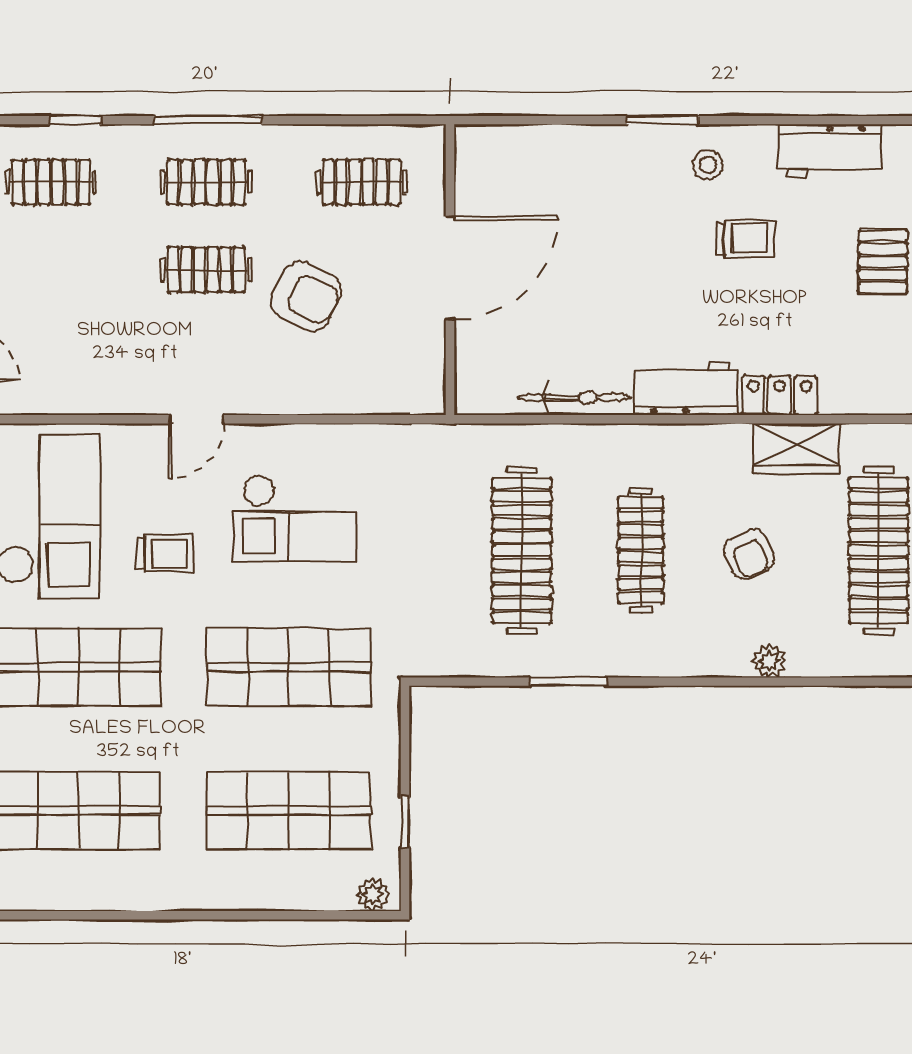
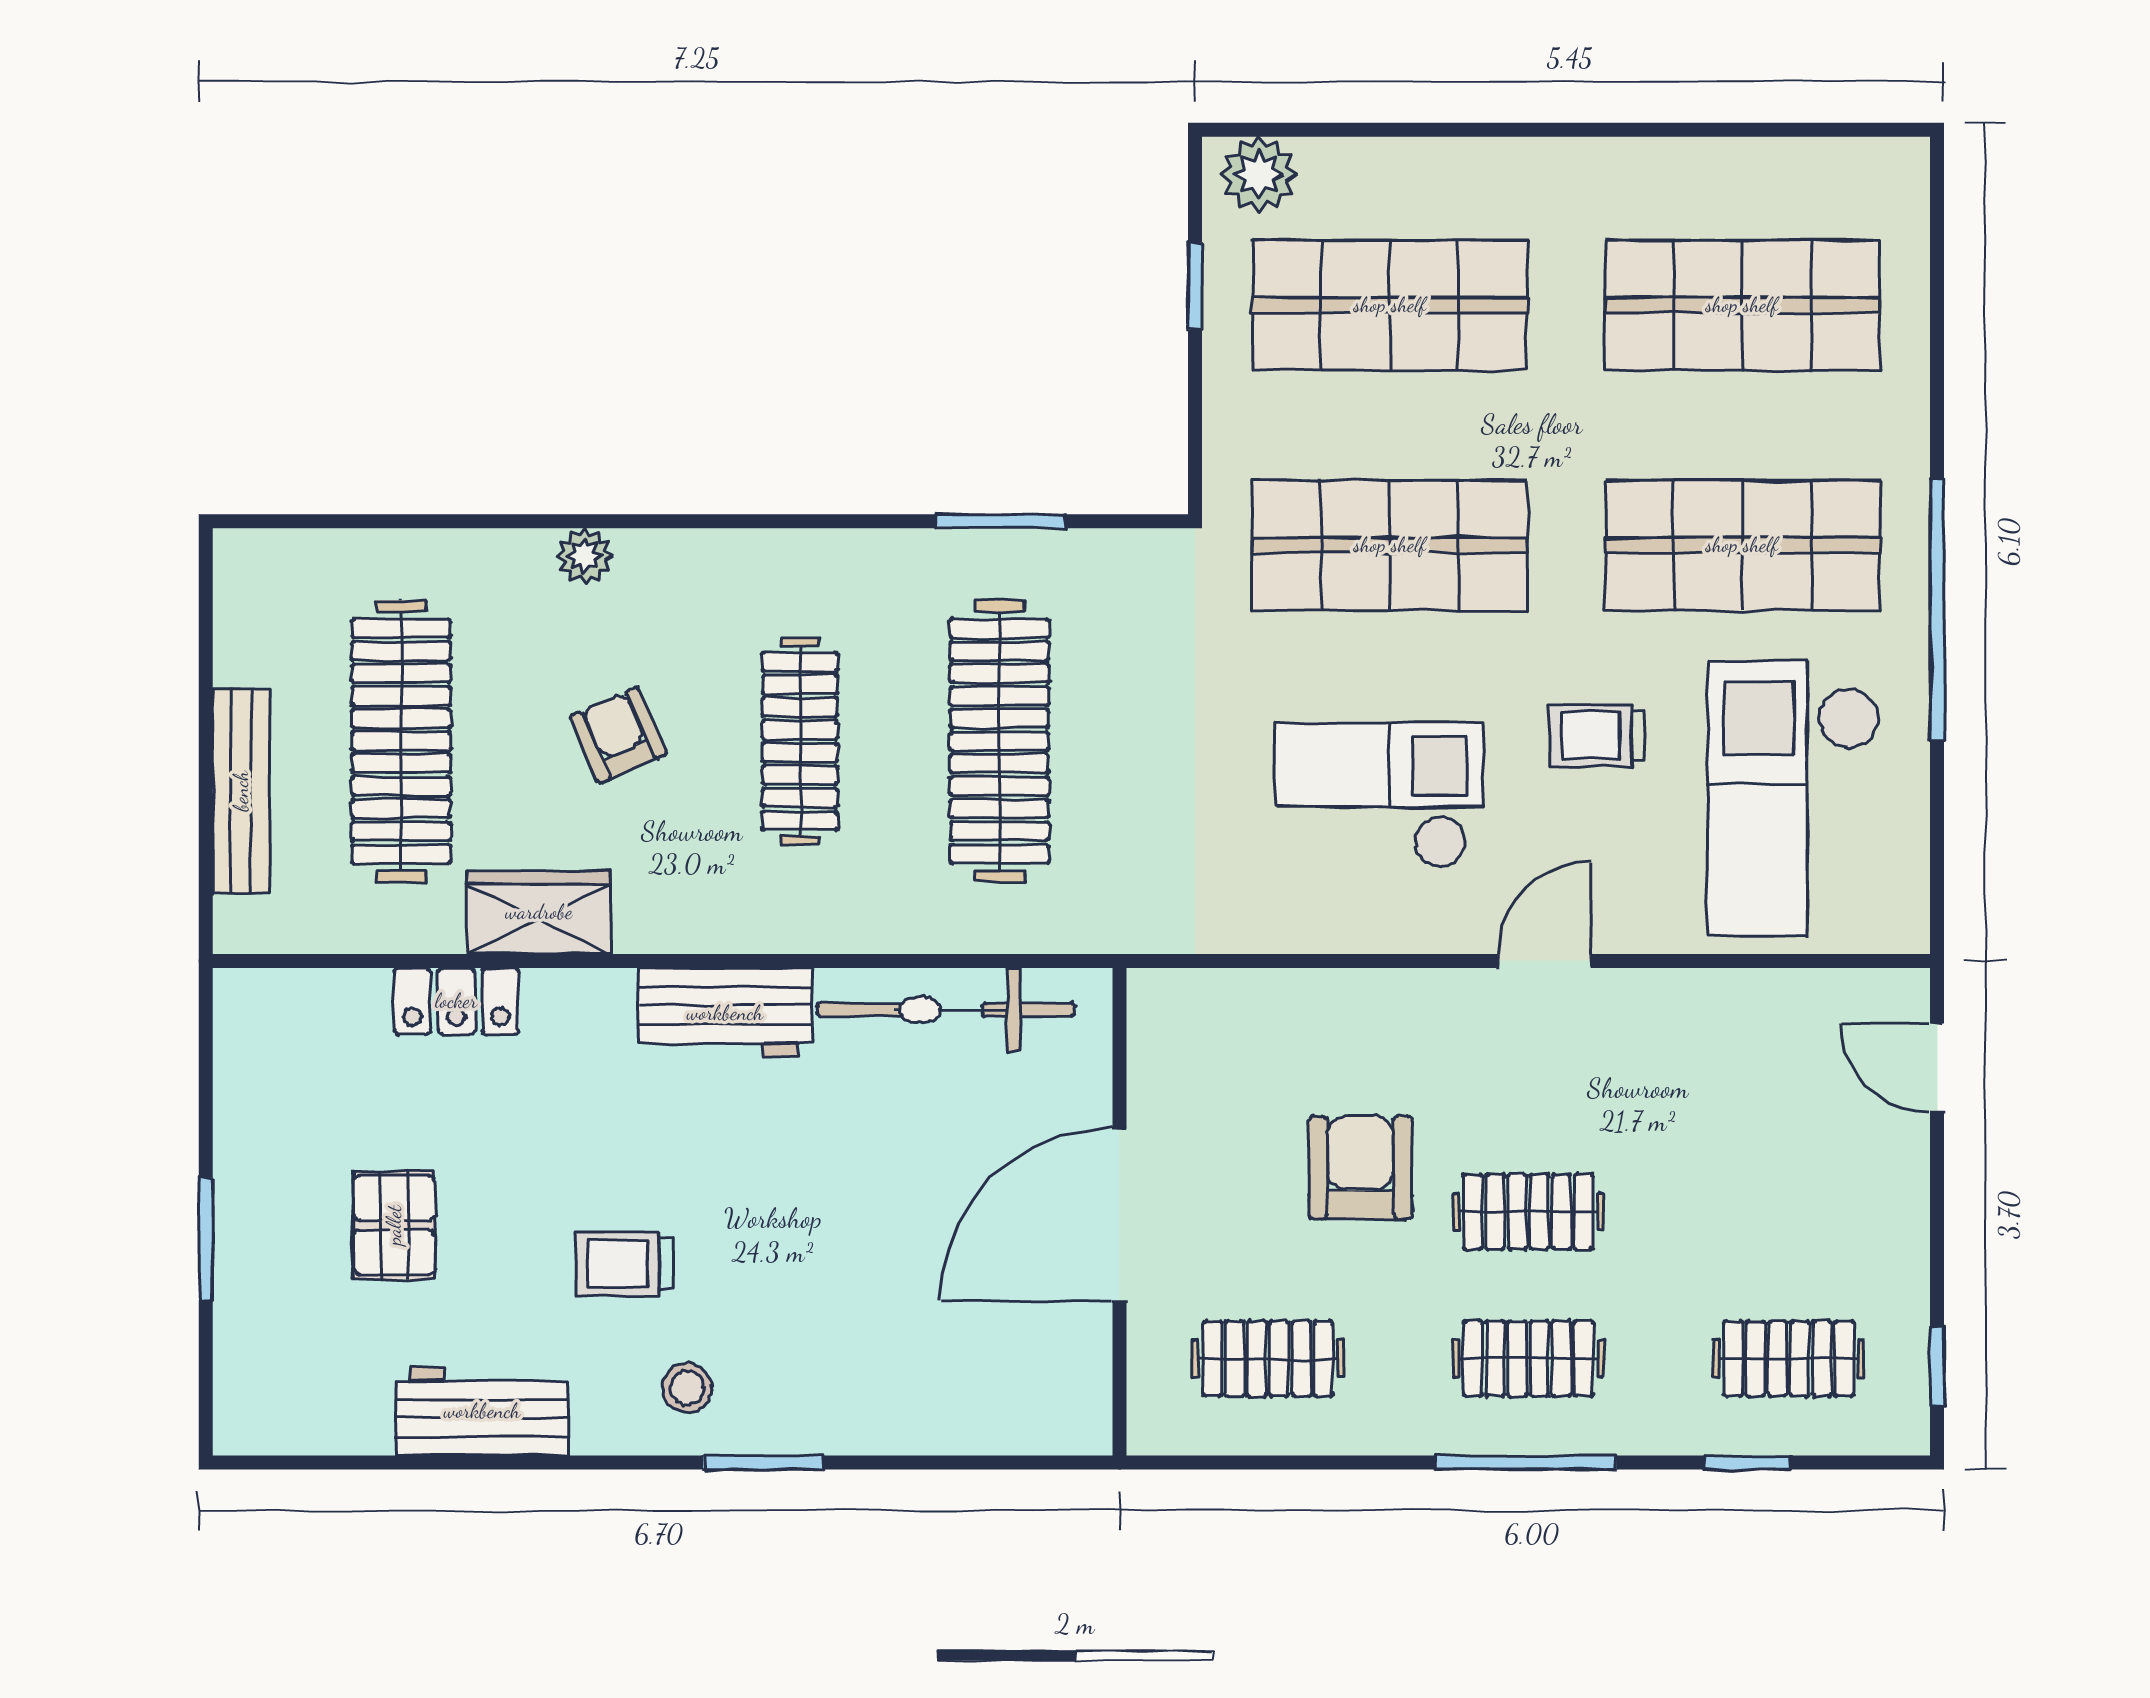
armchair: (306, 296) -> (1360, 1167), turned 65
locker: (780, 395) -> (456, 1001), moved
bicycle: (574, 397) -> (946, 1010), width x1.37, depth x1.40
window: (568, 682) -> (1000, 521), moved
plant: (373, 895) -> (1259, 174), width x1.38, depth x1.38

